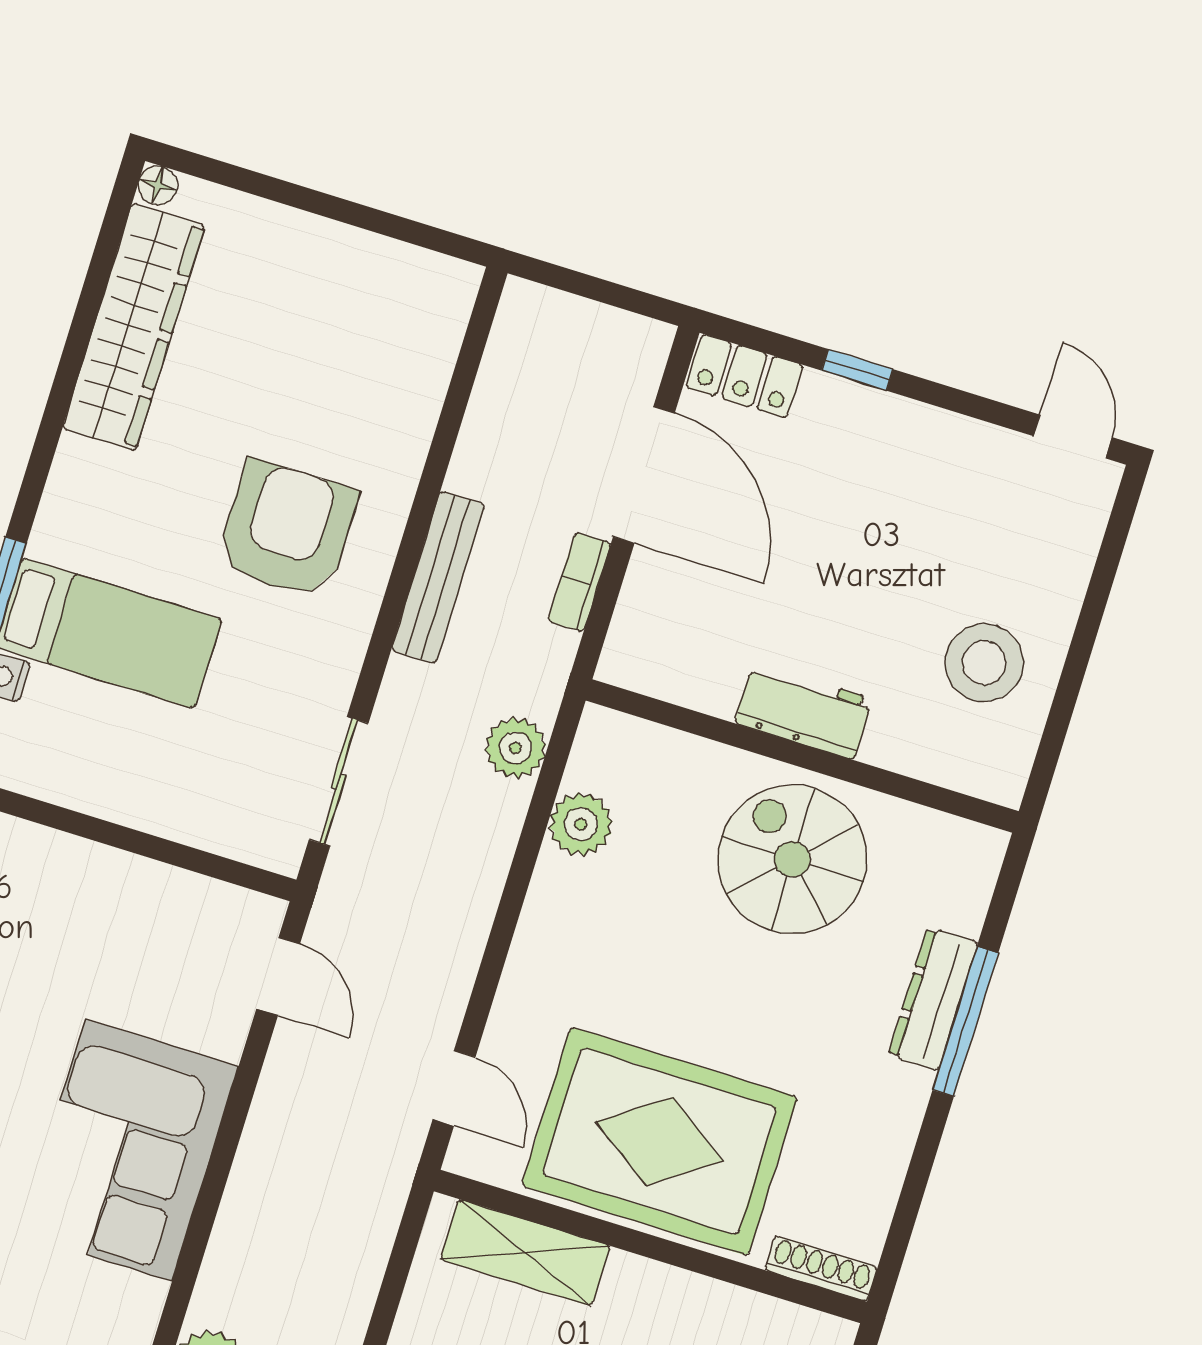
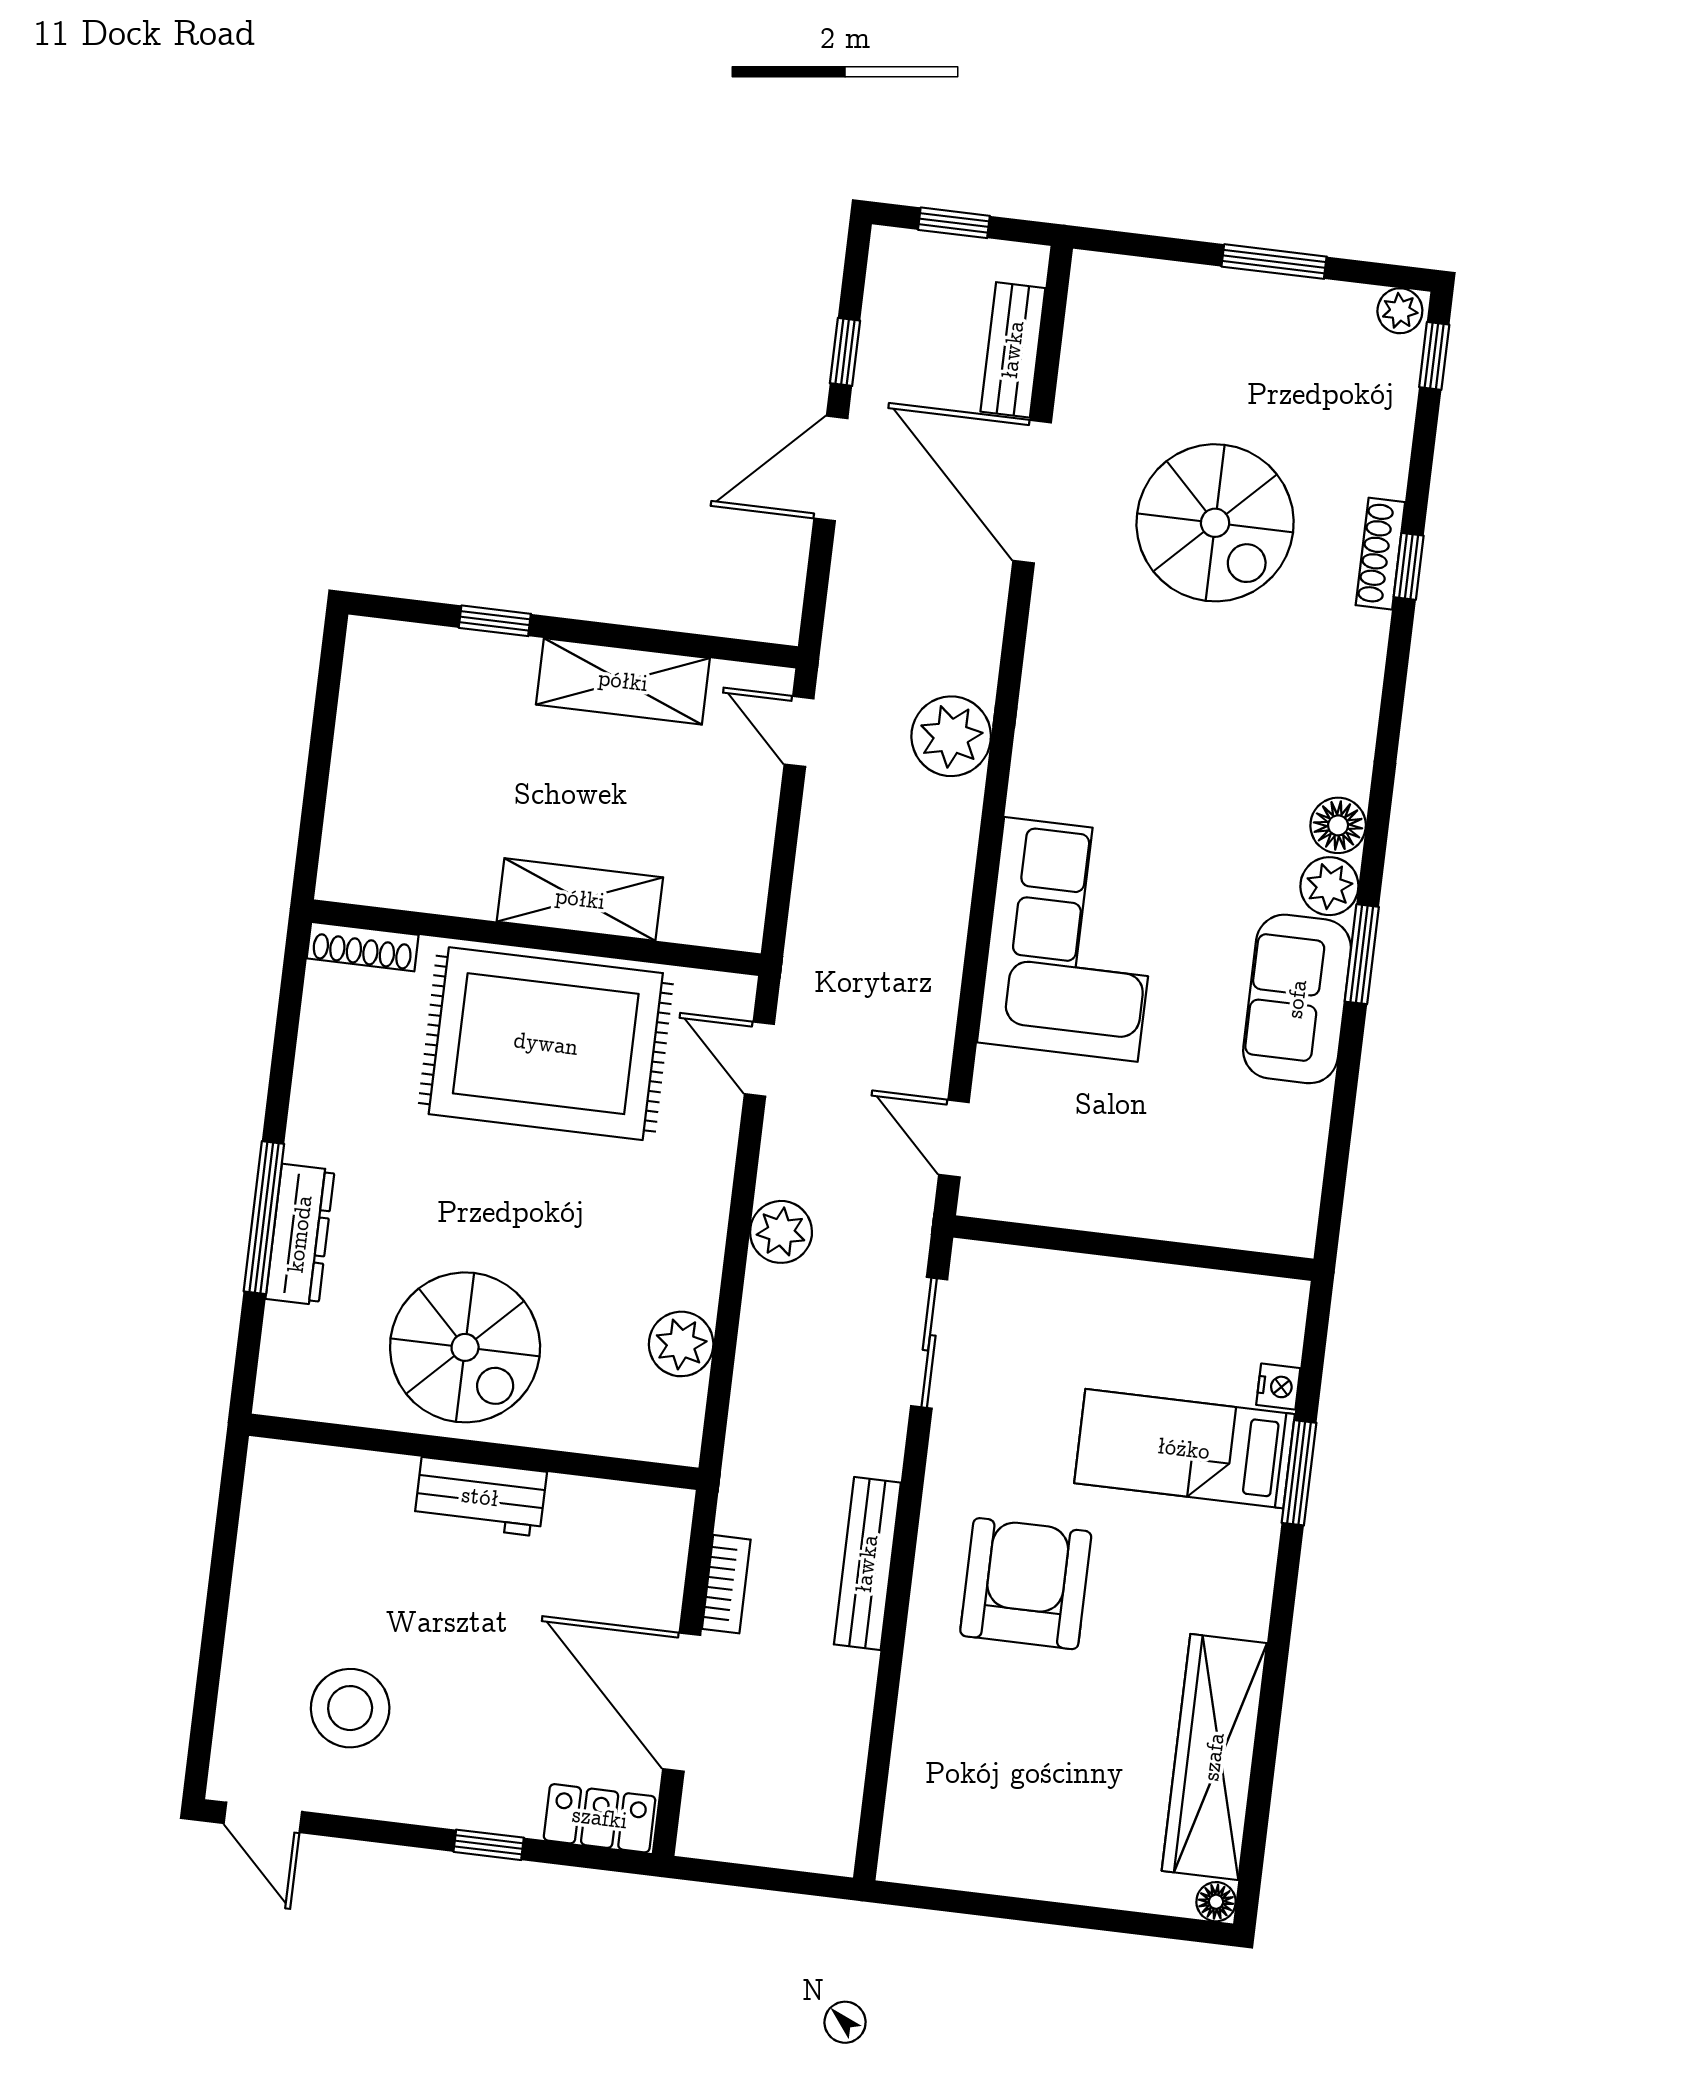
armchair: (287, 529) -> (1026, 1584), turned 180
stool: (984, 663) -> (350, 1708), moved
plant: (515, 748) -> (781, 1232), moved
shelving: (525, 1253) -> (580, 899), moved

